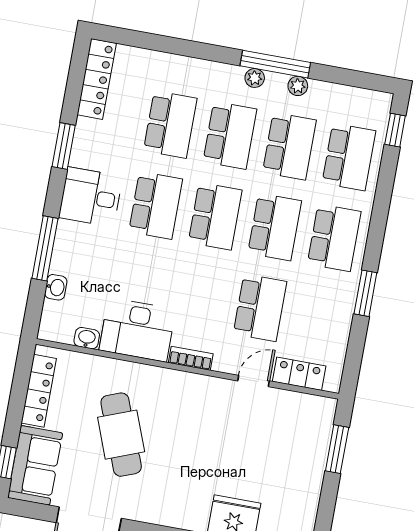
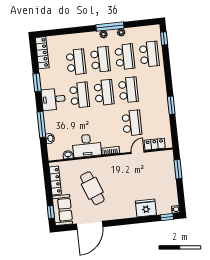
school desk: (334, 238) -> (153, 87), removed

